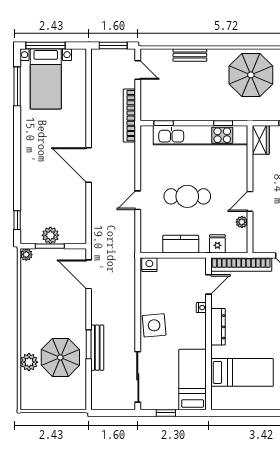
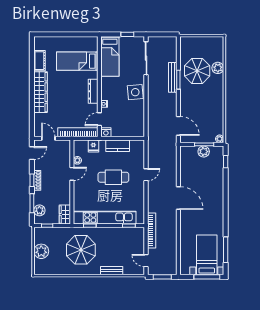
parasol: (251, 75) -> (81, 250), moved
nightstand: (149, 265) -> (106, 132), moved

